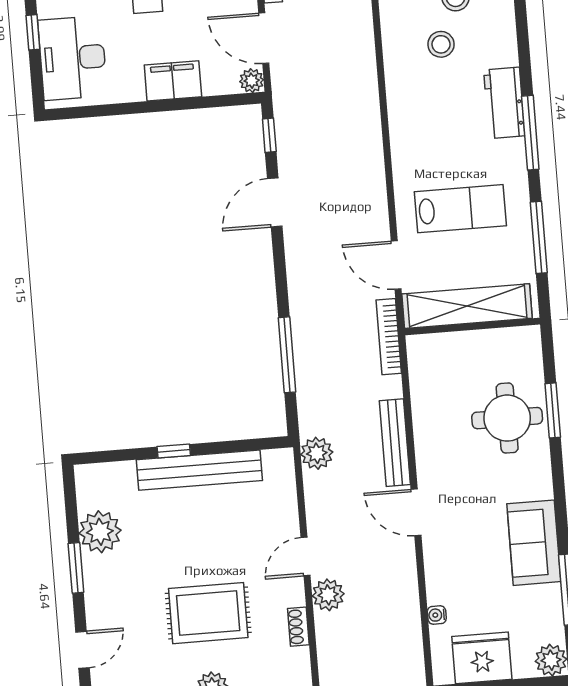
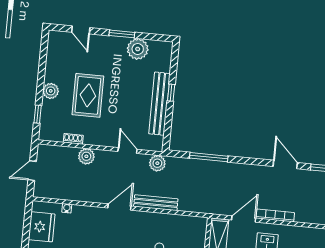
bookcase: (389, 337) -> (275, 215), moved
door: (305, 557) -> (127, 150), moved

